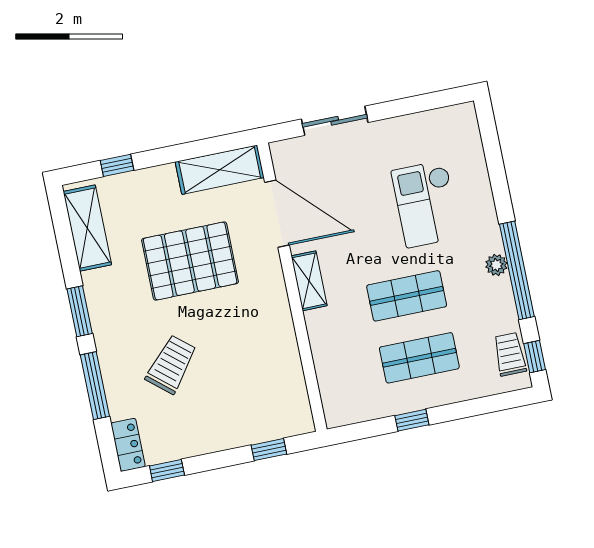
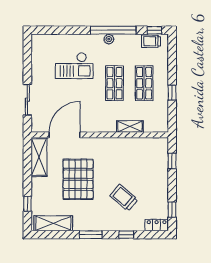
shelving: (309, 281) -> (130, 127), moved
window: (95, 386) -> (126, 235), width x0.46

